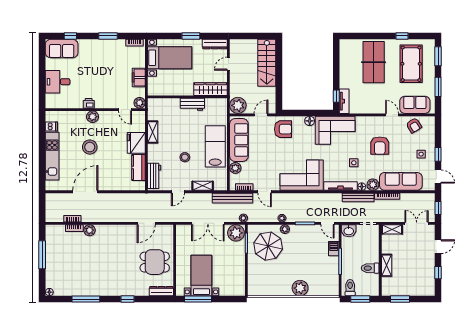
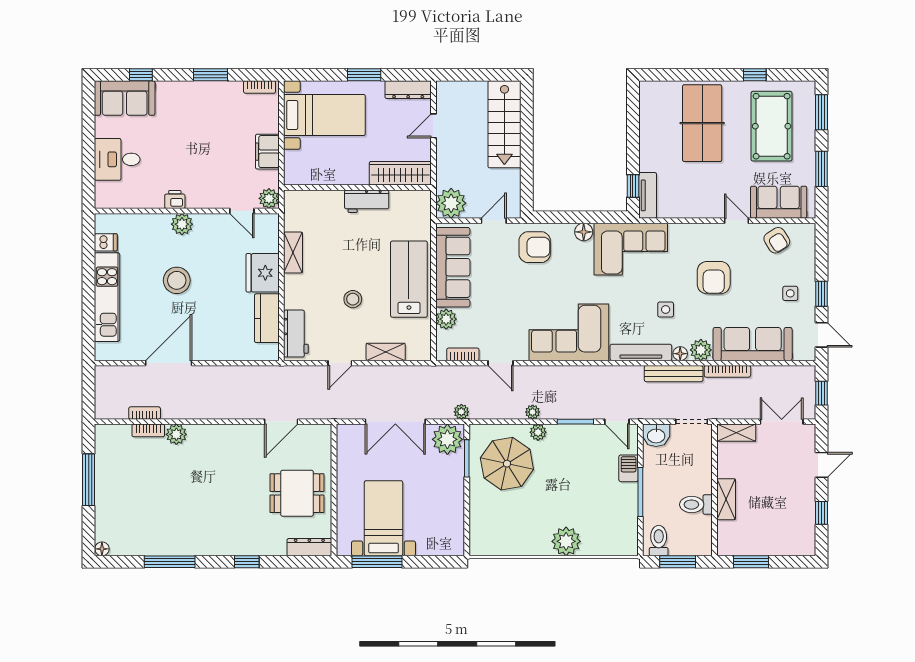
bench: (232, 198) -> (441, 375), removed

